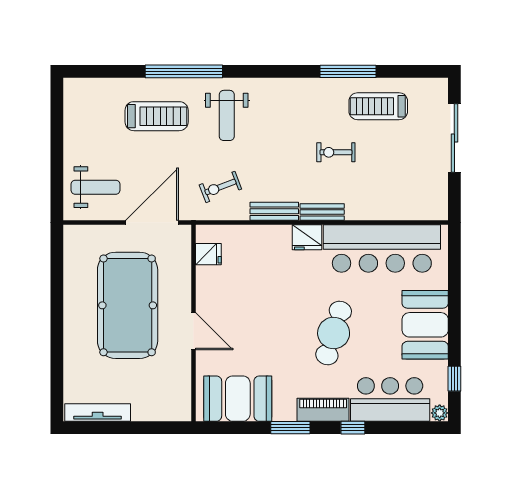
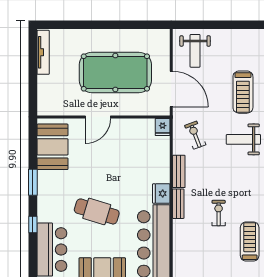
fridge: (208, 254) -> (163, 127), moved
piano: (323, 410) -> (45, 204), removed

